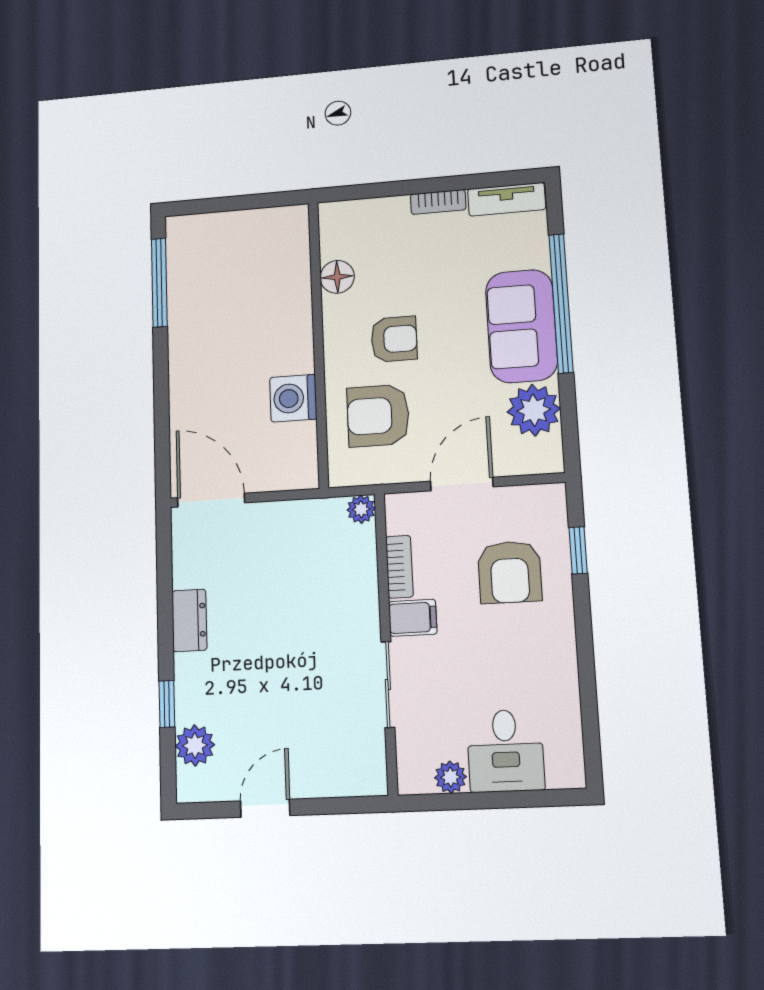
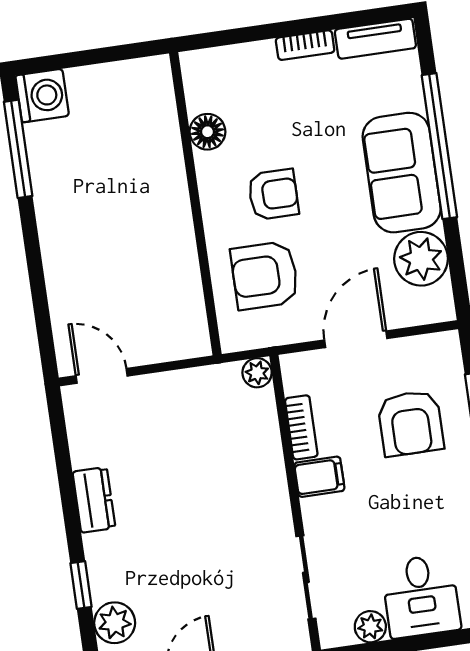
washing machine: (293, 398) -> (42, 96), moved, turned 180
door: (211, 500) -> (102, 376), width x0.73
sliding door: (388, 685) -> (306, 577), moved

